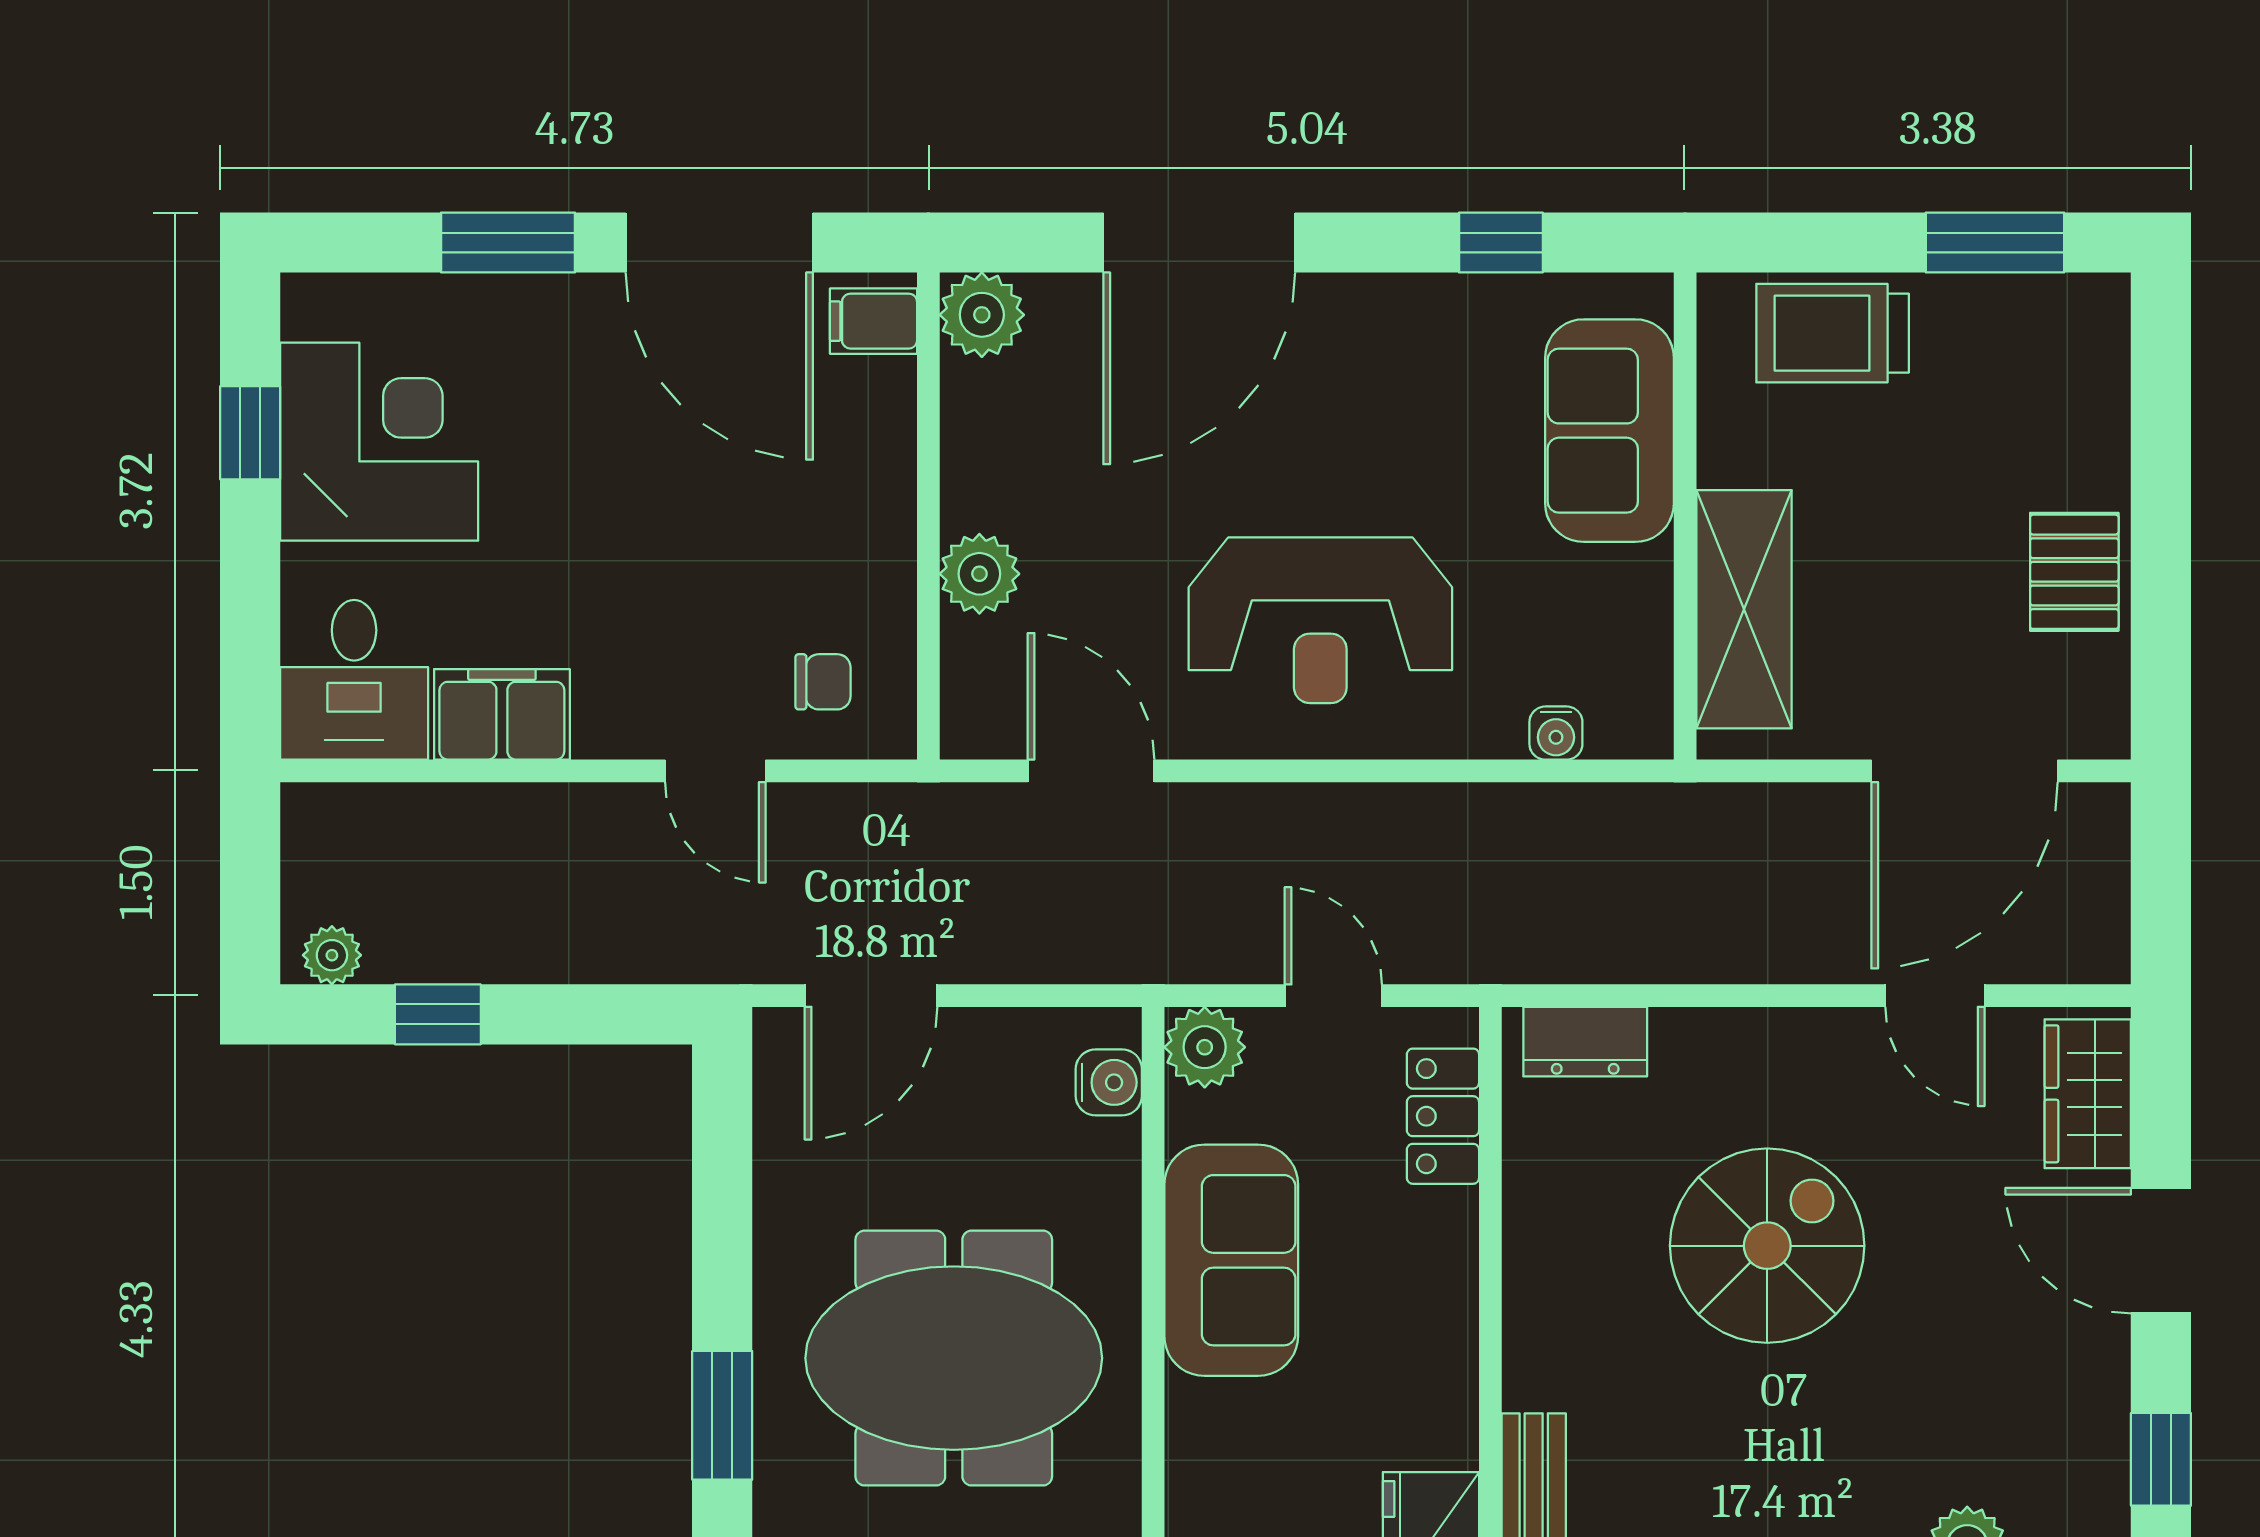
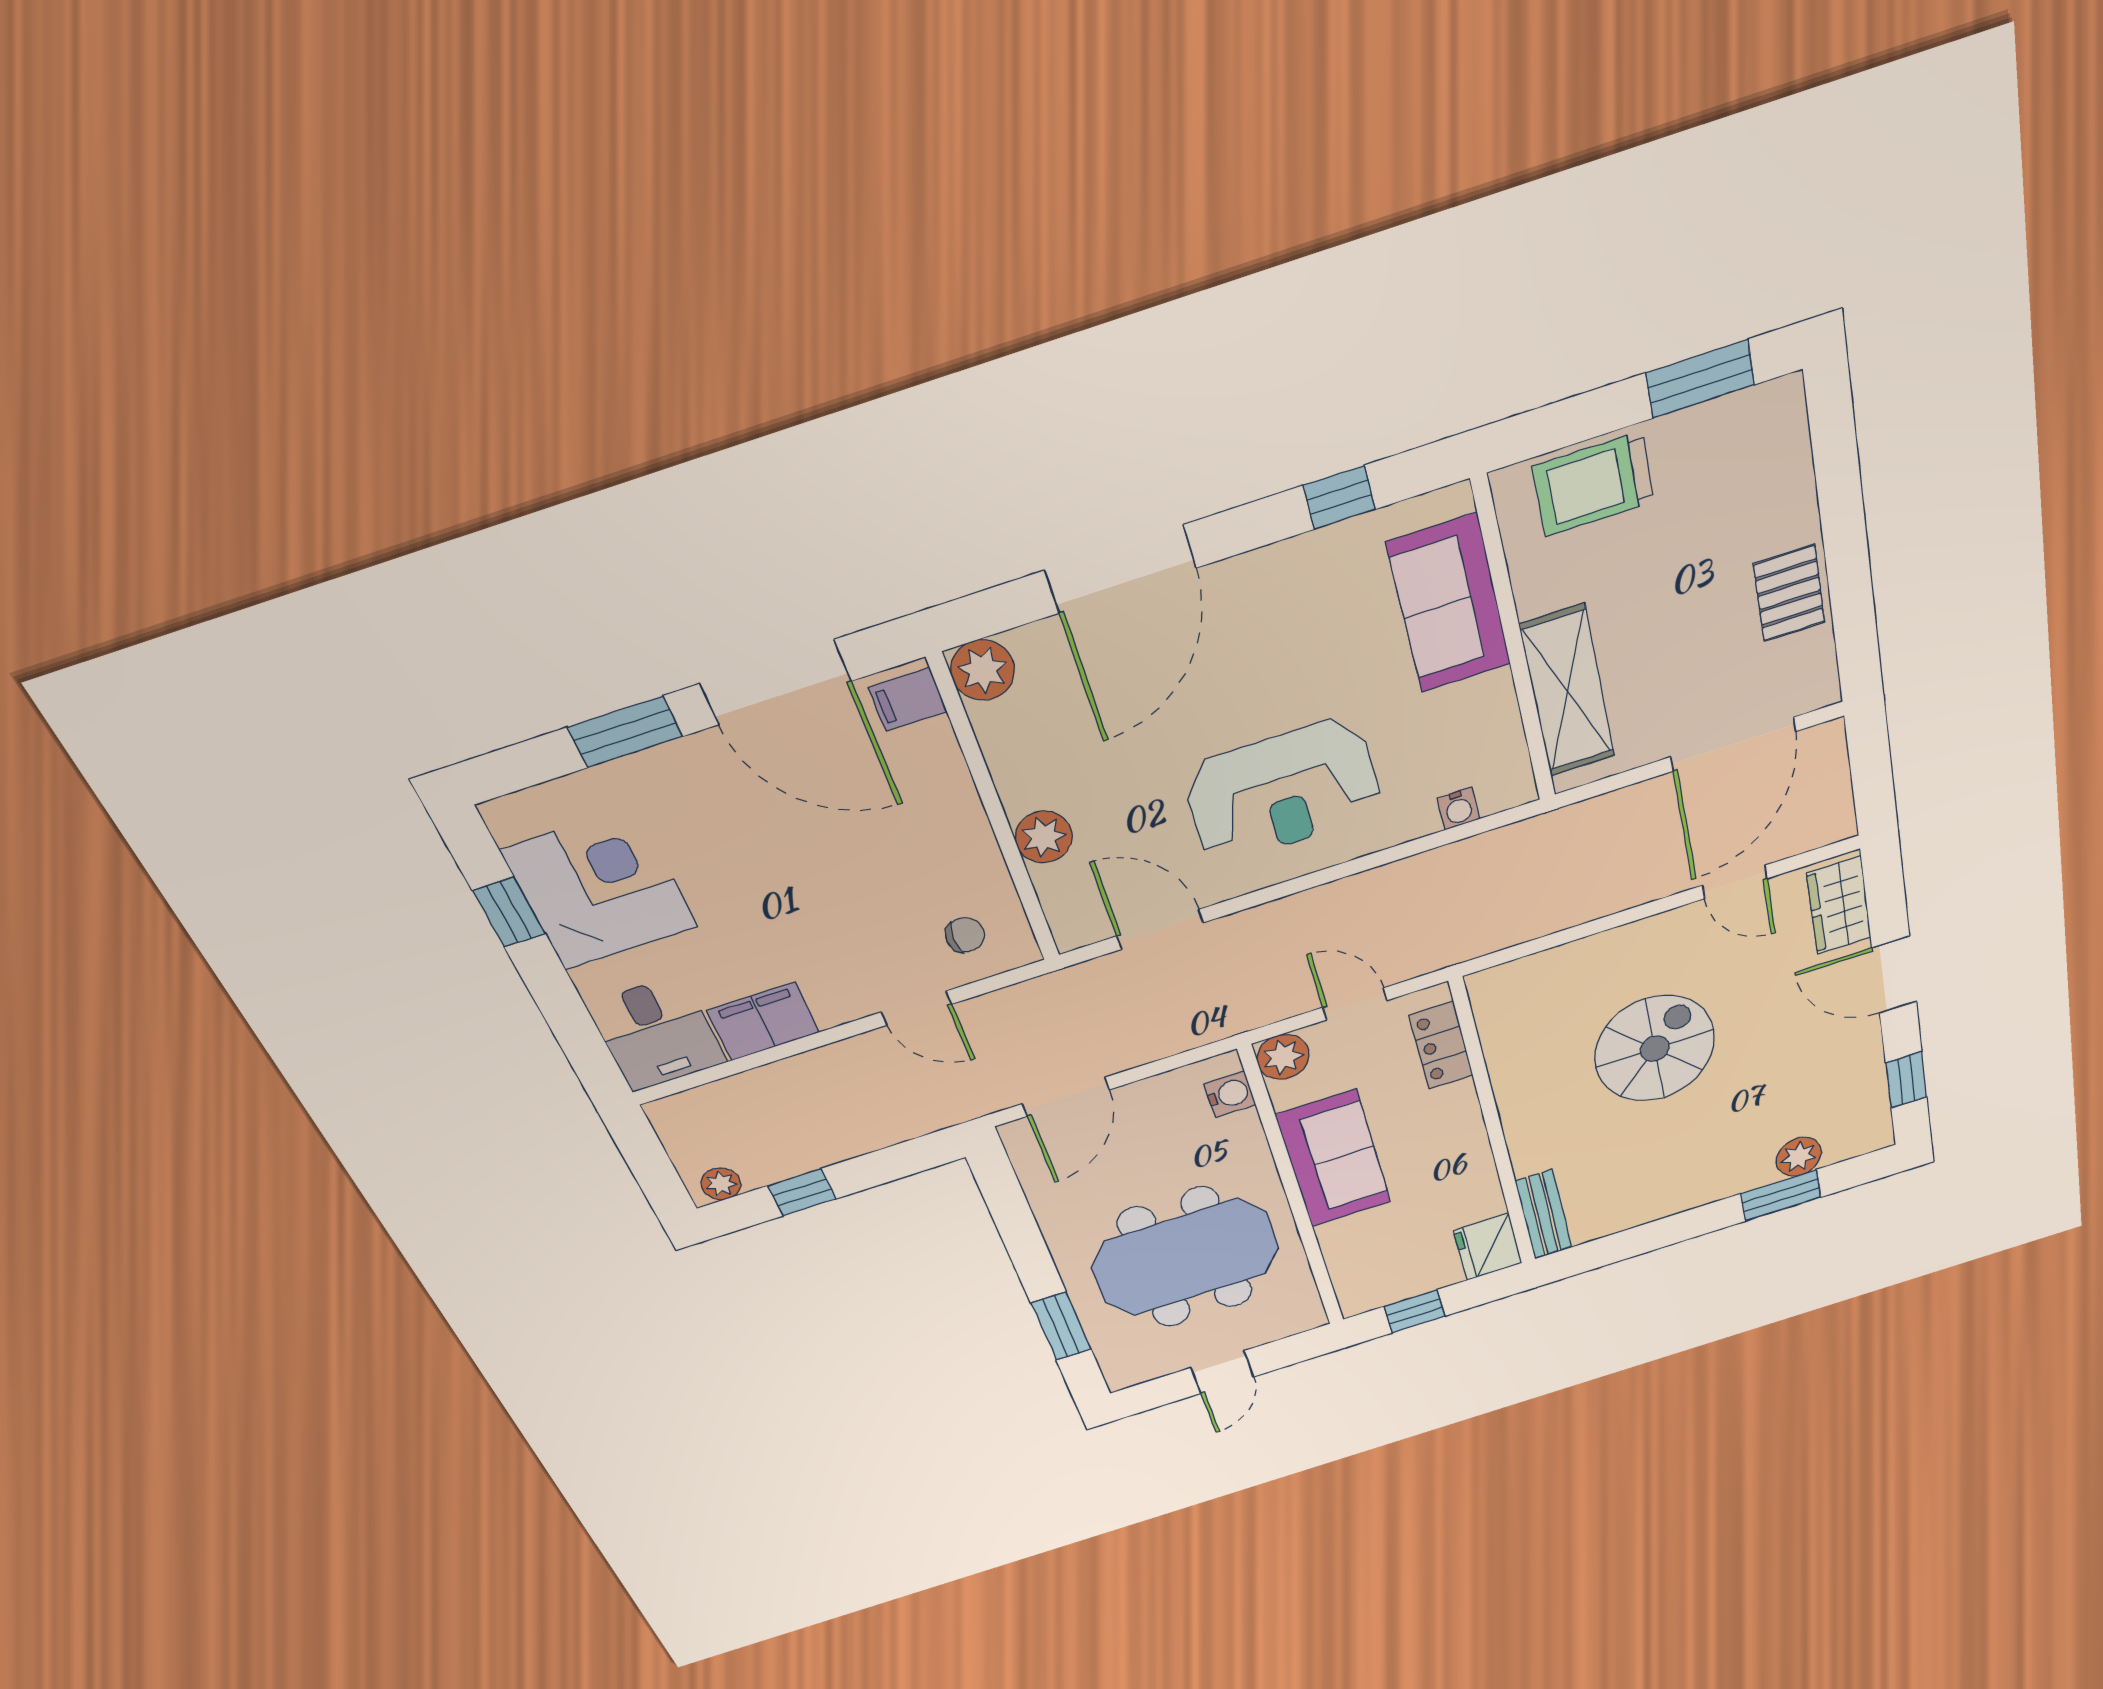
dresser: (1585, 1042) -> (1519, 978), removed

